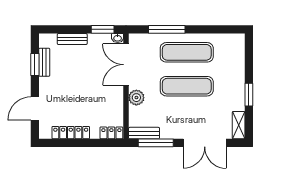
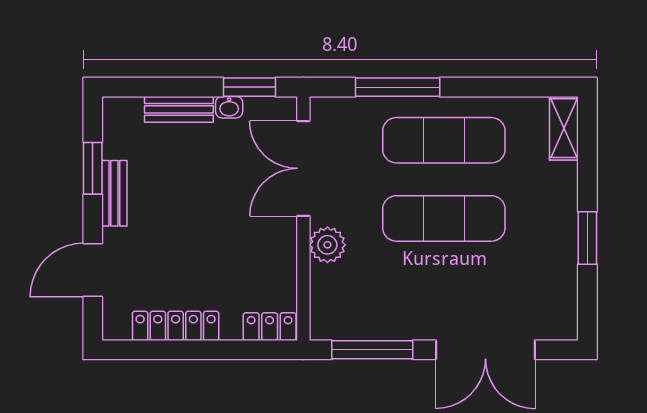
washbasin: (118, 38) -> (229, 107), moved
bench: (44, 62) -> (114, 193), moved
shelving: (239, 125) -> (564, 128), moved
bench: (144, 133) -> (345, 327), removed

